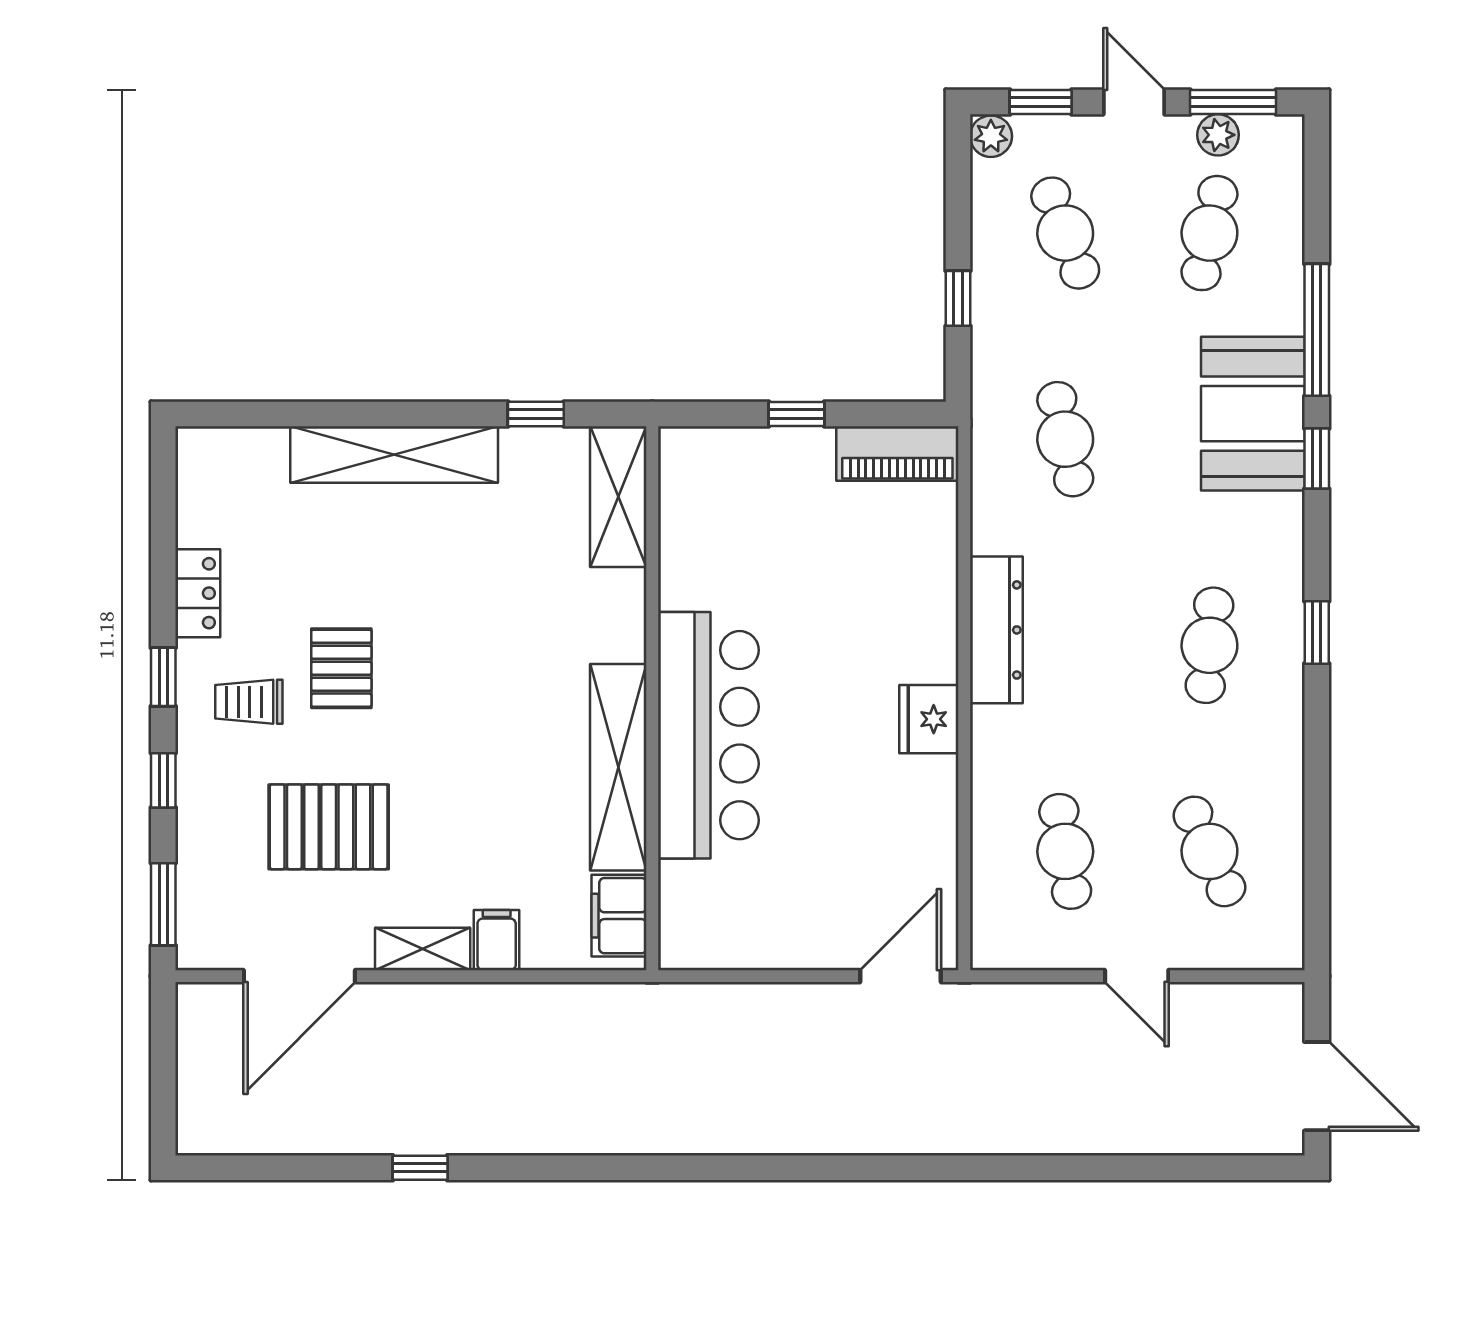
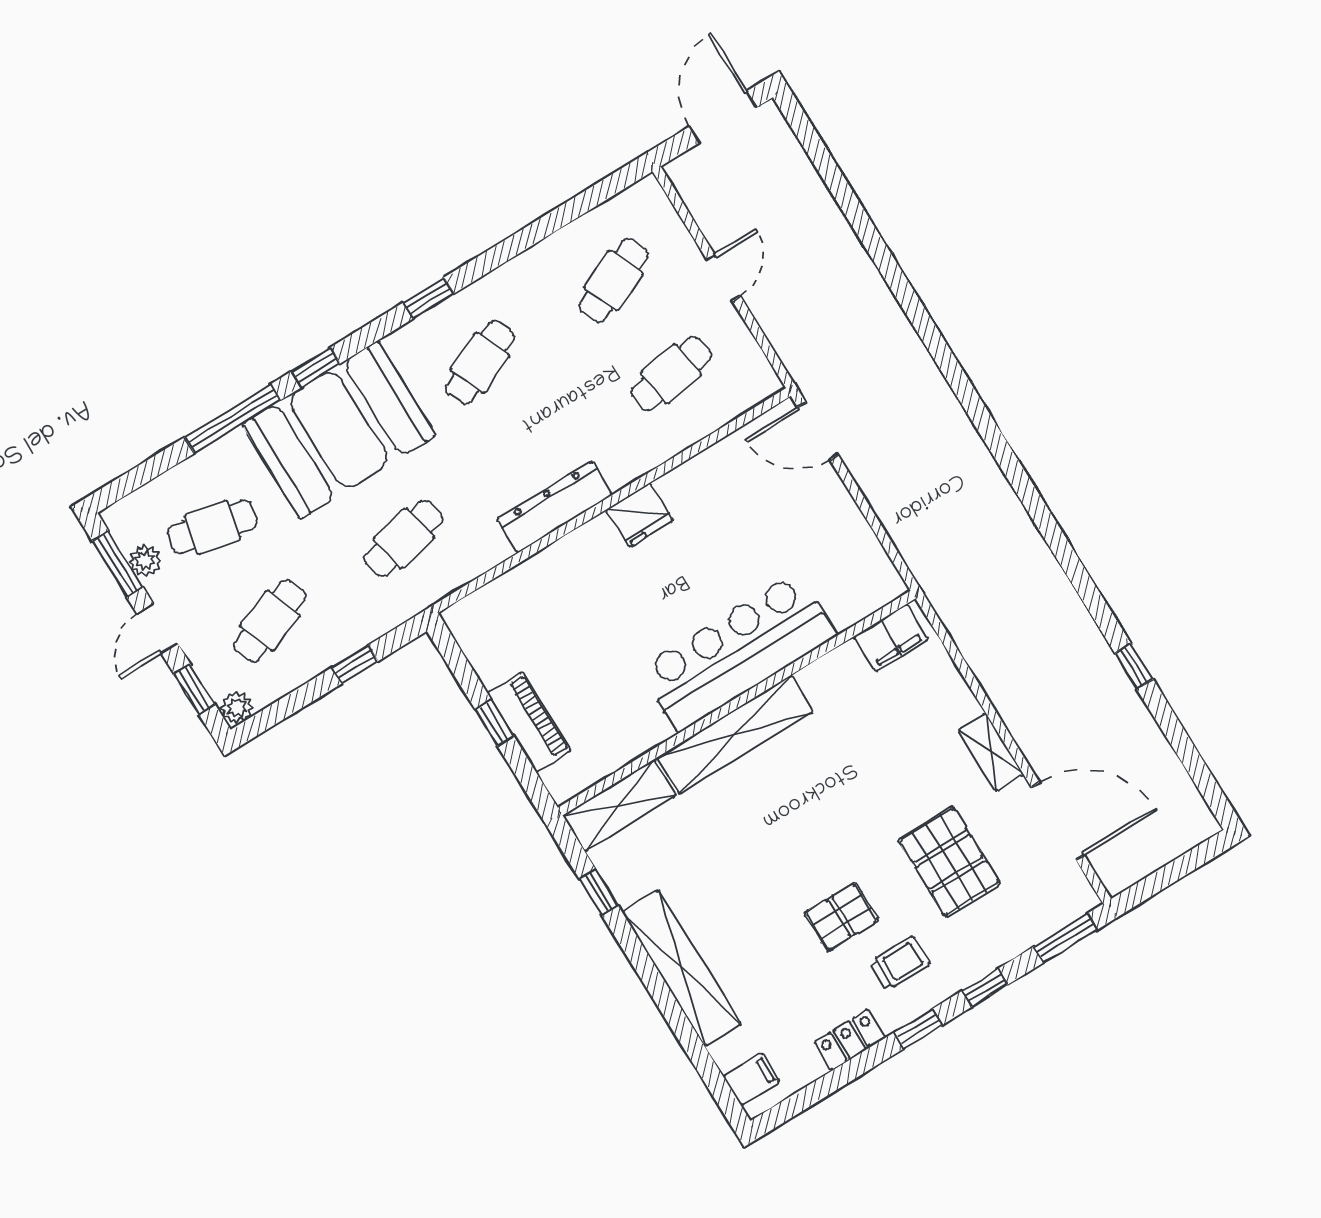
booth: (1253, 414) -> (339, 430), width x1.36, depth x1.42
piano: (897, 454) -> (529, 722), moved
cafe table: (1209, 645) -> (480, 363), turned -30
trolley: (249, 702) -> (900, 963), turned -90
shelving: (618, 767) -> (735, 735), moved
filing cabinet: (497, 940) -> (752, 1079), moved, turned 180

